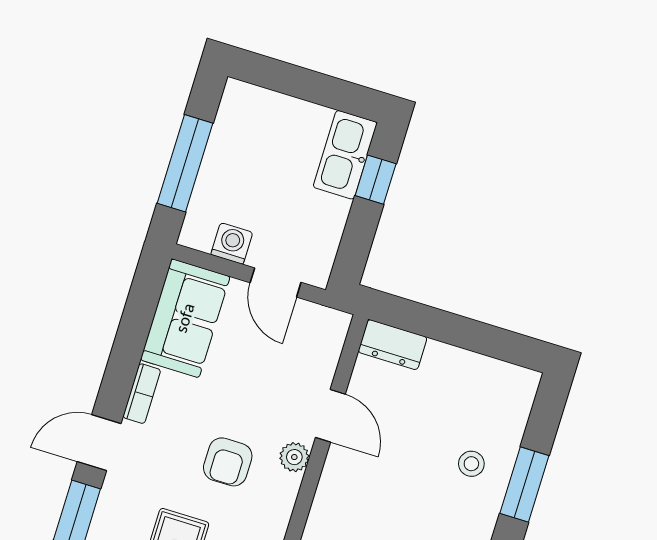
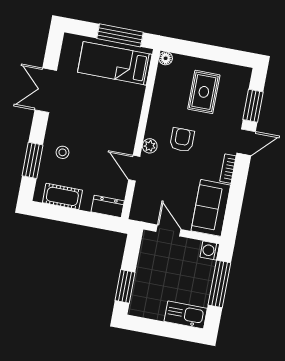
kitchen sink: (345, 155) -> (186, 315), moved, turned -90
window: (376, 180) -> (125, 286), width x1.50
washing machine: (232, 243) -> (210, 250), moved, turned 90
cot: (482, 375) -> (62, 196), added
window: (524, 484) -> (33, 160), moved

